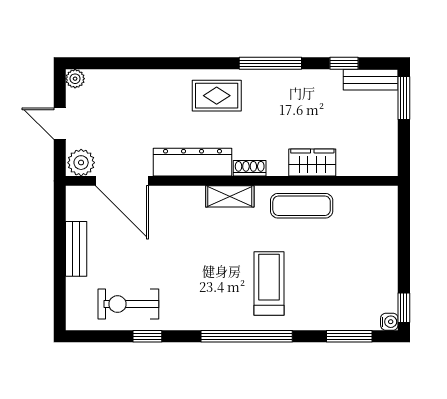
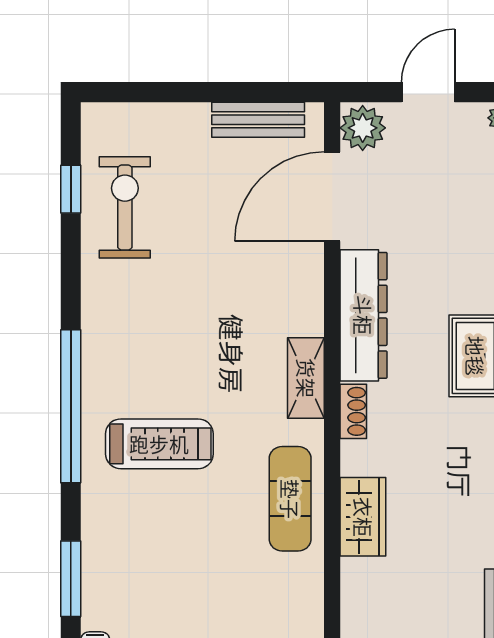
bench: (76, 249) -> (258, 120), moved
window: (147, 336) -> (71, 189), moved

